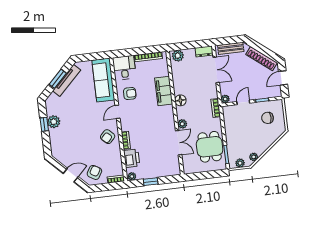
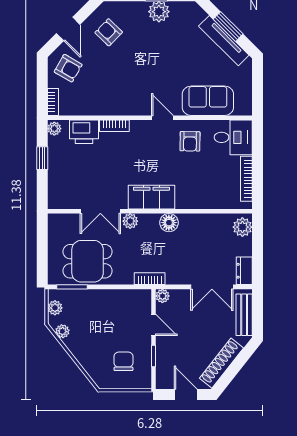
sofa: (103, 80) -> (208, 101), width x0.73
filing cabinet: (164, 91) -> (151, 197), moved
armchair: (108, 137) -> (109, 32), moved

